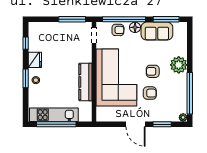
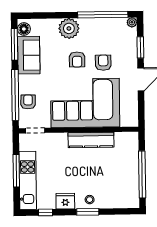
window: (72, 19) -> (16, 171), moved
floor lamp: (135, 27) -> (24, 29), moved
kitchen unit: (54, 115) -> (28, 180), moved, turned 180

